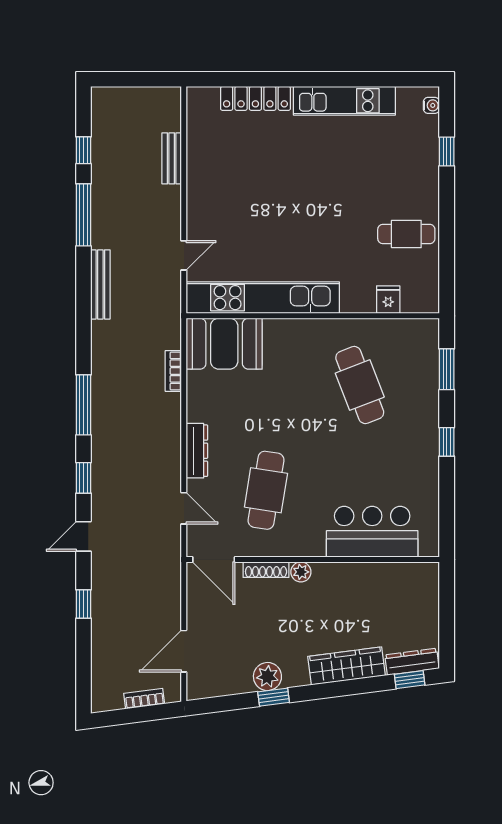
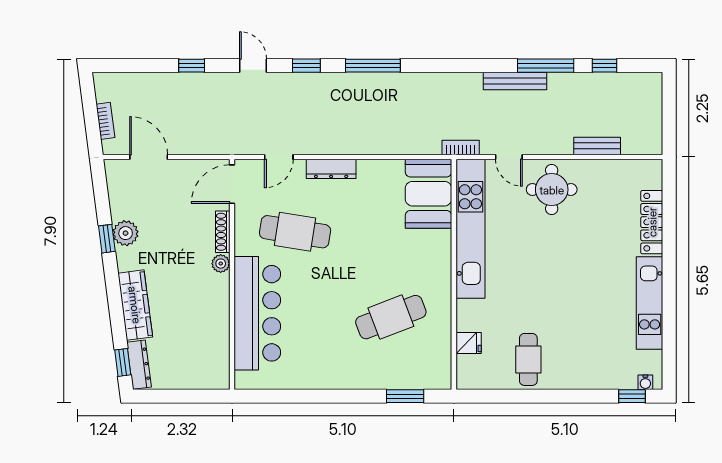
window: (447, 151) -> (632, 396), moved
round table: (220, 208) -> (552, 190), added
bench: (100, 284) -> (515, 81), moved
bookcase: (173, 371) -> (461, 147), moved
window: (447, 442) -> (339, 396), removed
bar counter: (372, 532) -> (257, 313), width x1.36

